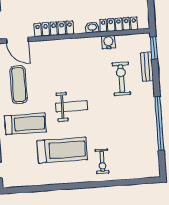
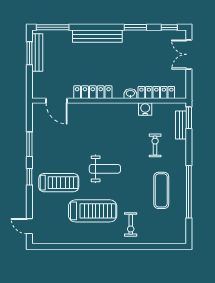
bench: (147, 67) -> (181, 125), moved
exercise bike: (121, 79) -> (155, 145), width x0.73, depth x0.72
exercise mat: (19, 85) -> (161, 190), moved

